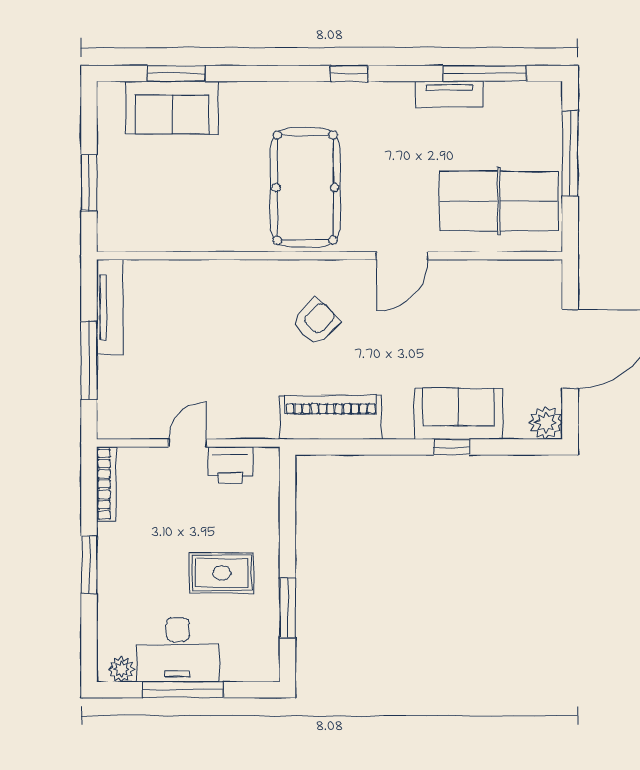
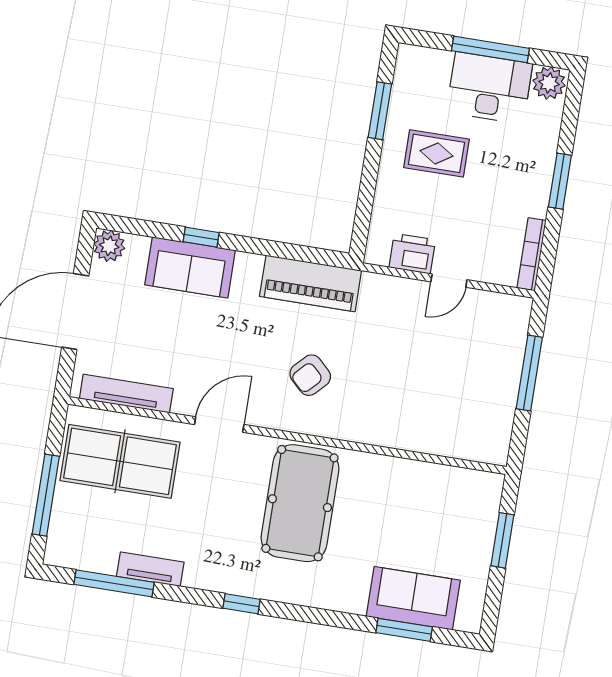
tv unit: (110, 307) -> (126, 394), moved, turned 90
plant: (121, 669) -> (549, 83), width x1.38, depth x1.38

